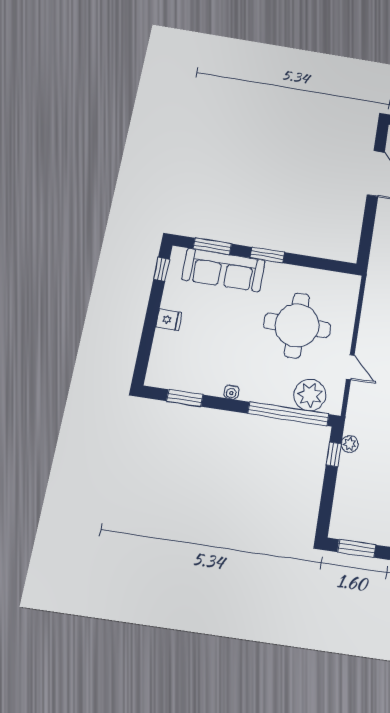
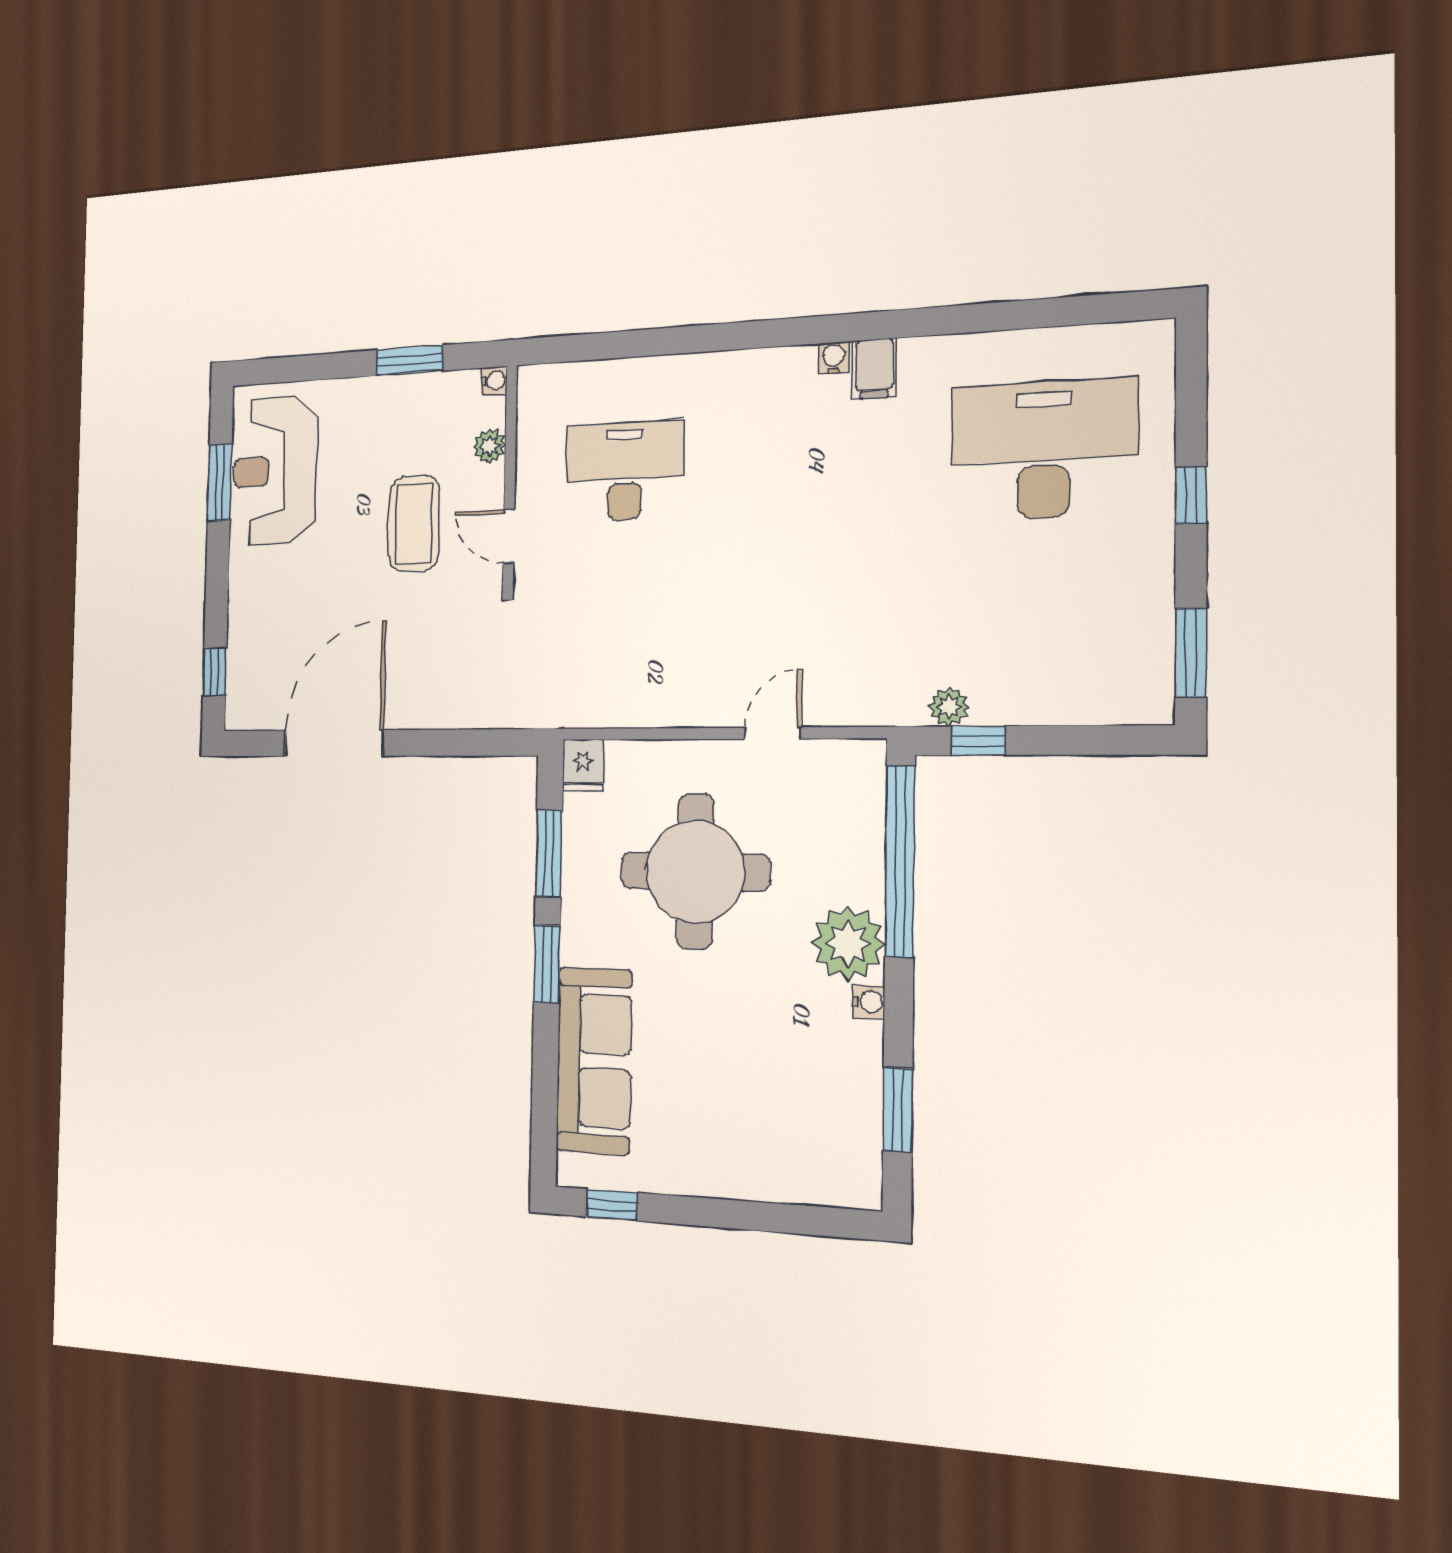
window: (212, 246) -> (549, 854), moved
fridge: (169, 320) -> (583, 765), moved, turned 180
plant: (310, 395) -> (848, 944), moved

